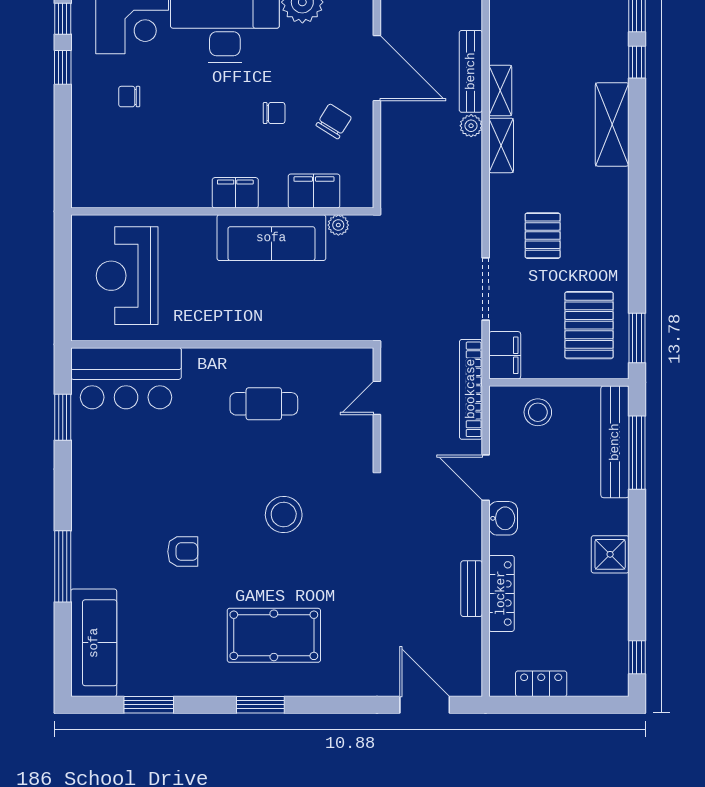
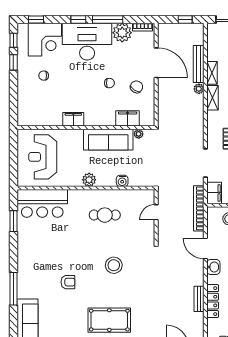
filing cabinet: (235, 193) -> (73, 119), moved
plant: (229, 326) -> (89, 180), added
water cooler: (302, 329) -> (122, 181), added

